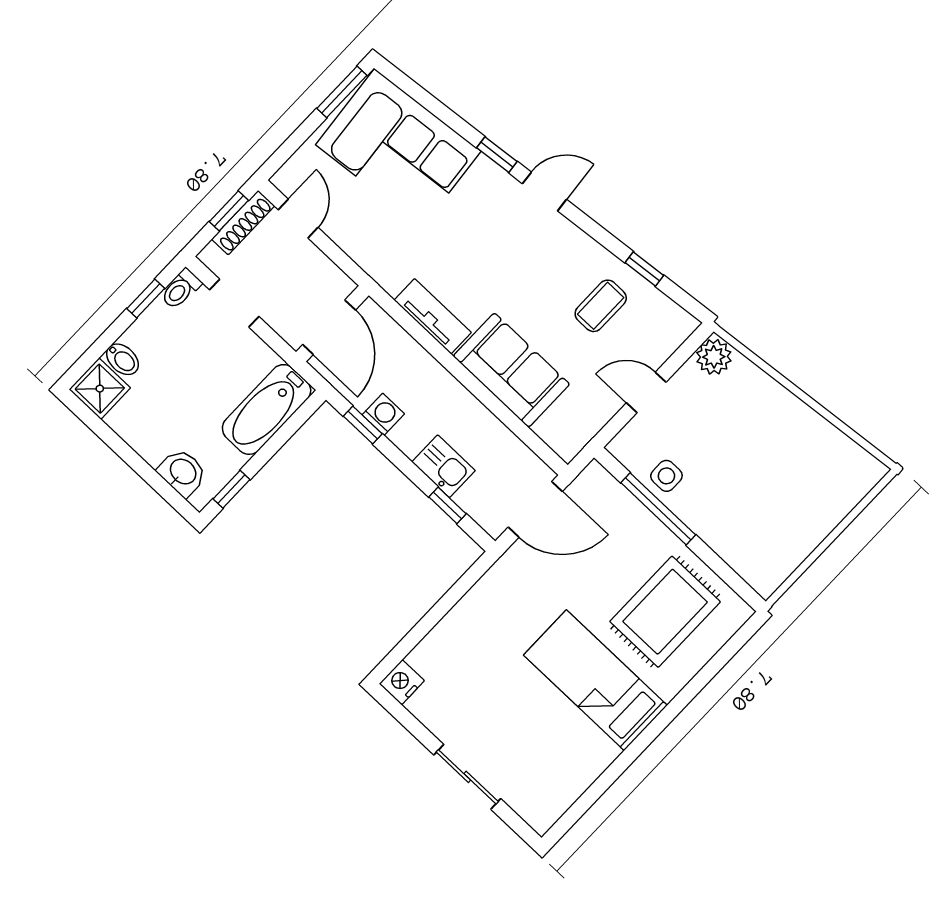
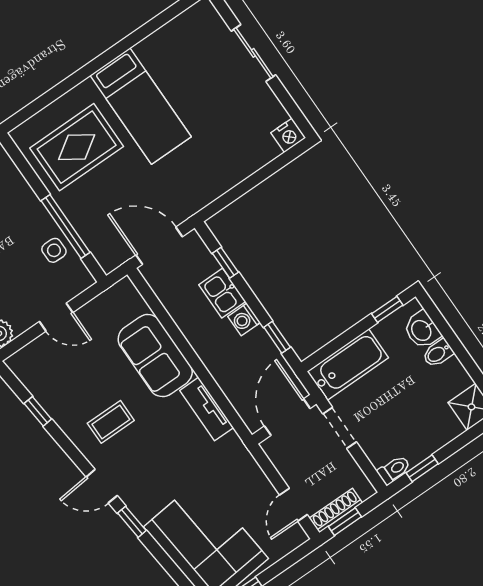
doorway: (234, 303) -> (340, 428), moved
coffee table: (601, 306) -> (111, 422), moved
bidet: (122, 359) -> (438, 353), moved, turned -90
washing machine: (383, 414) -> (244, 320), moved

